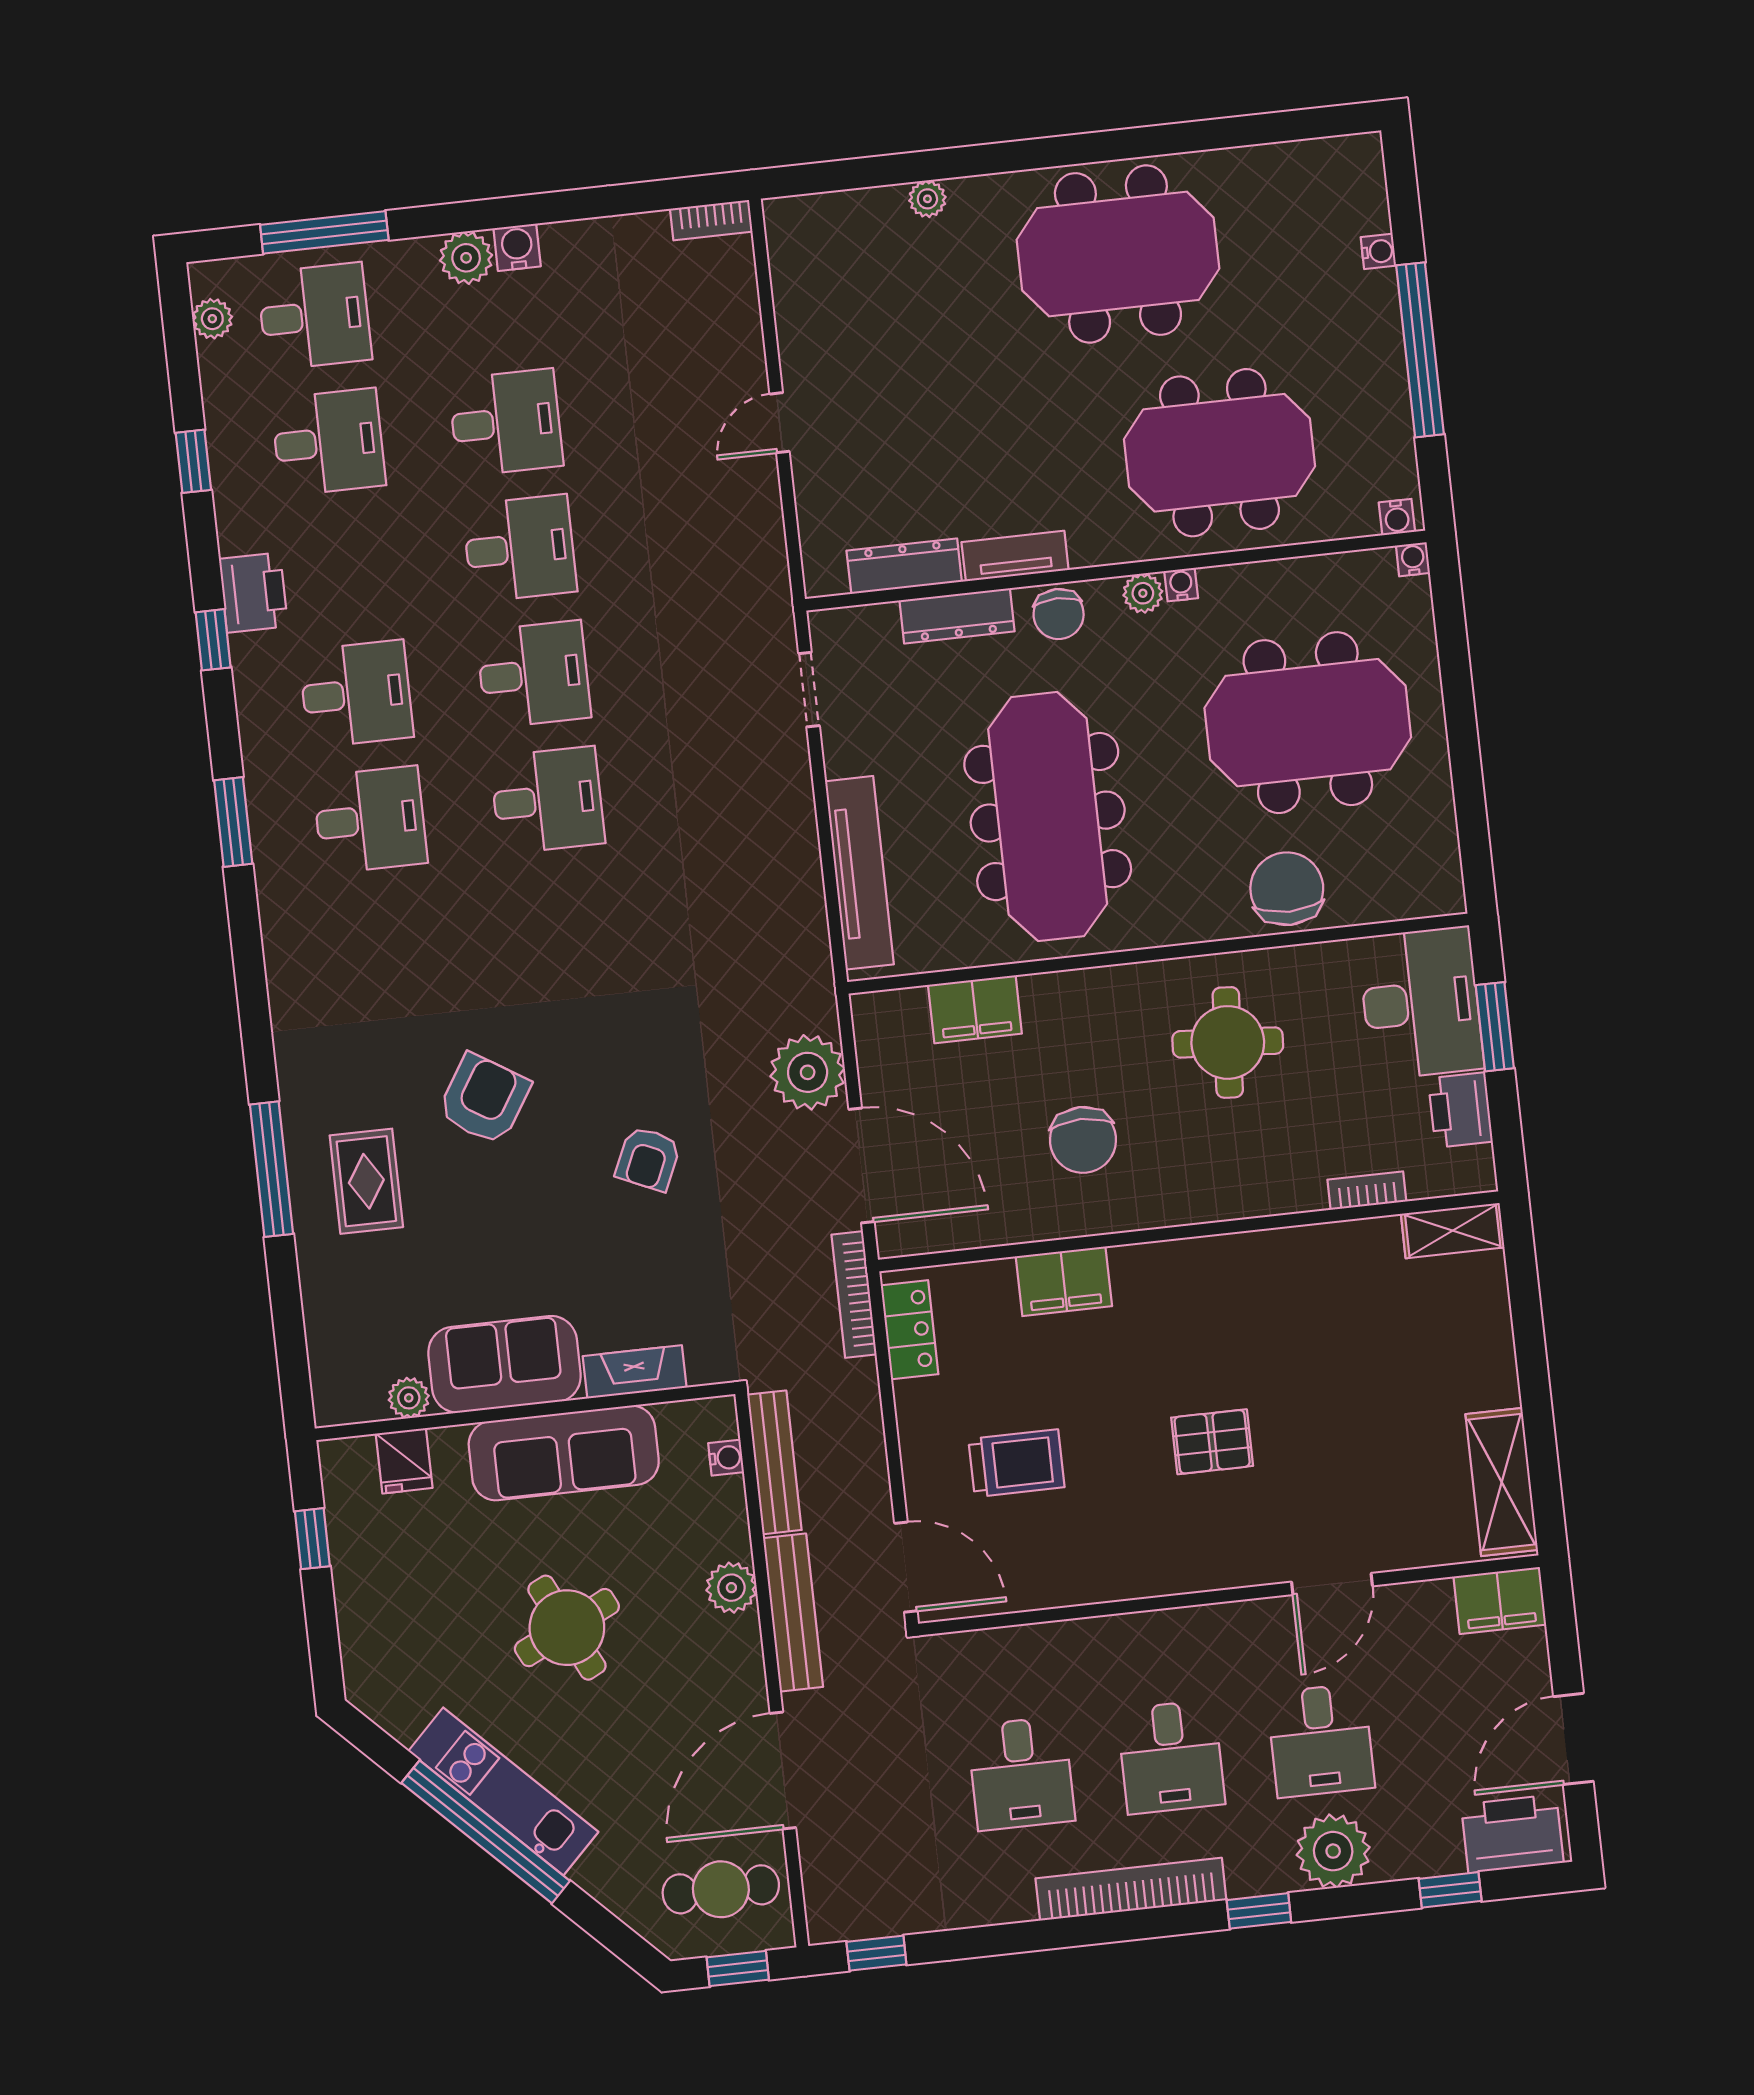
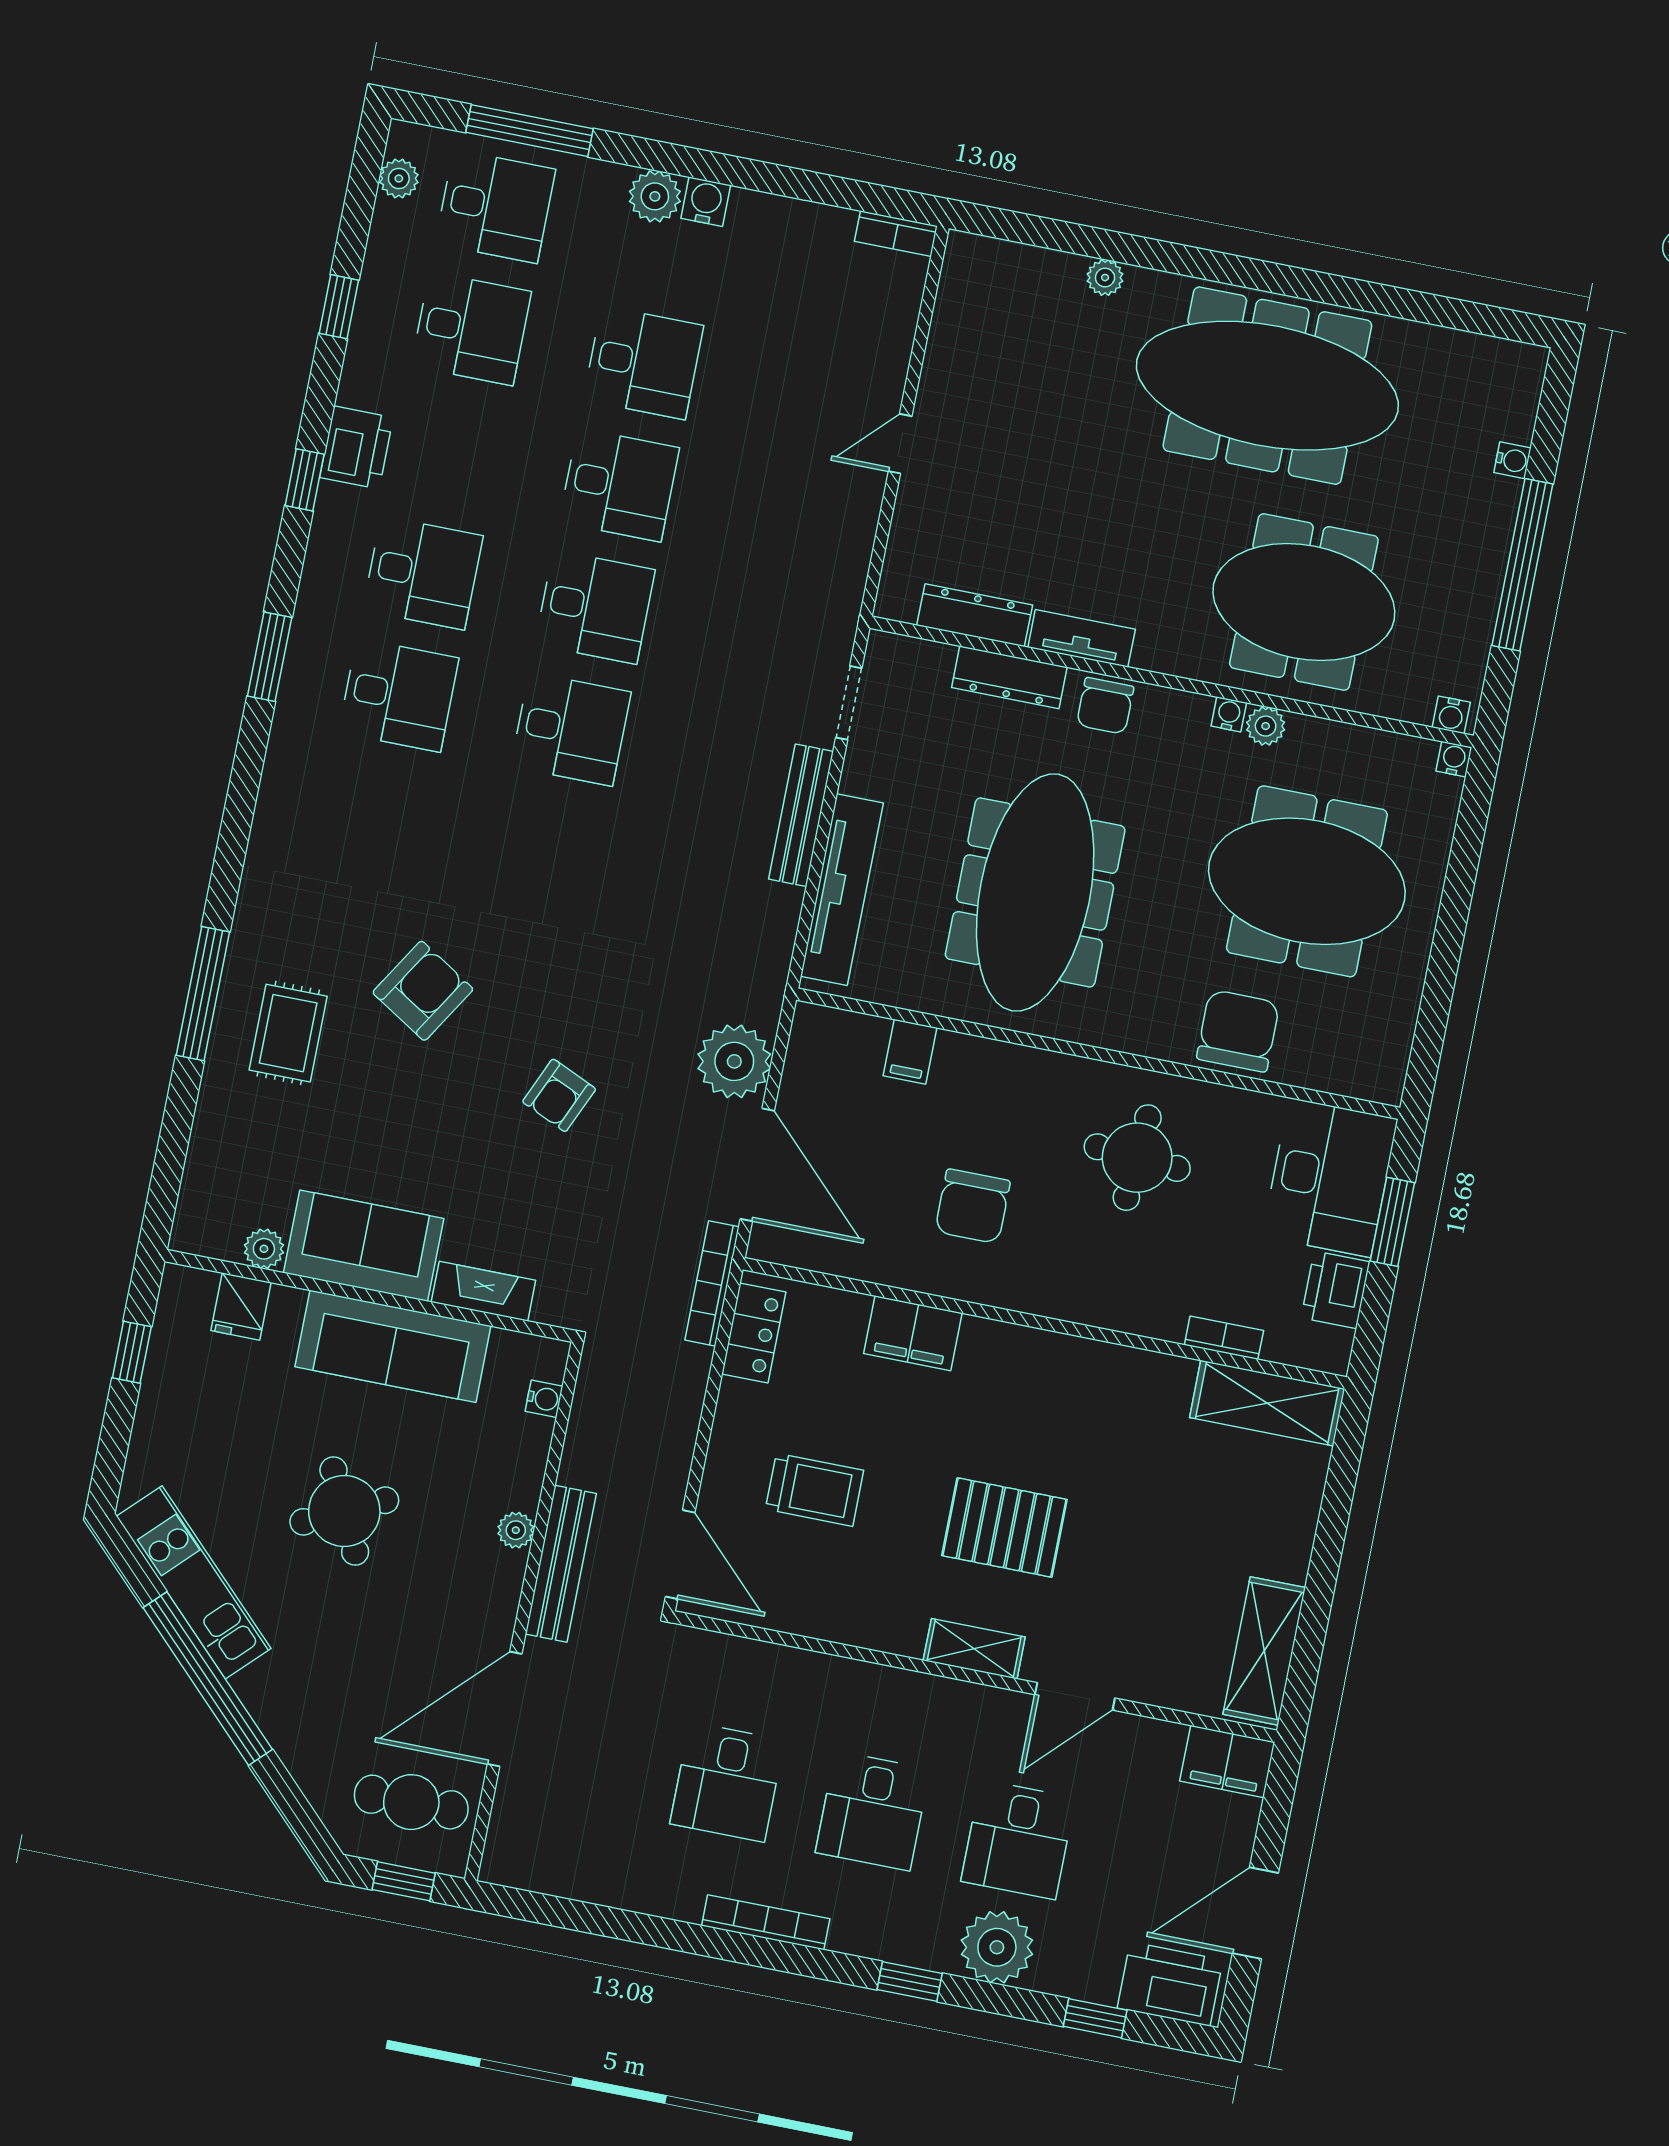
meeting table: (1118, 254) -> (1267, 386), width x1.36
plant: (1143, 593) -> (1266, 726), moved
filing cabinet: (975, 1009) -> (910, 1052), width x0.50
shelving: (1453, 1231) -> (1267, 1403), width x1.50, depth x1.33
pallet: (1212, 1442) -> (1004, 1528), width x1.50, depth x1.42
bench: (774, 1462) -> (801, 815), moved
shelving: (1220, 1569) -> (974, 1649), added
plant: (731, 1588) -> (516, 1530), width x0.73, depth x0.73
kitchen unit: (503, 1791) -> (194, 1582), moved
bookcase: (1131, 1889) -> (766, 1922), width x0.68, depth x0.76
window: (876, 1953) -> (538, 1908), removed

